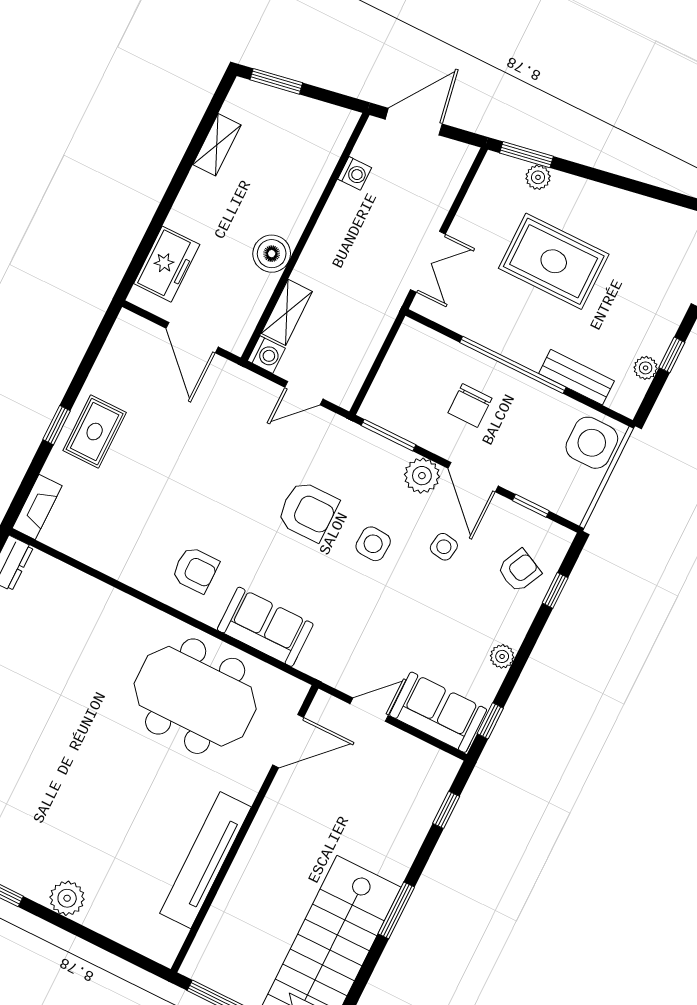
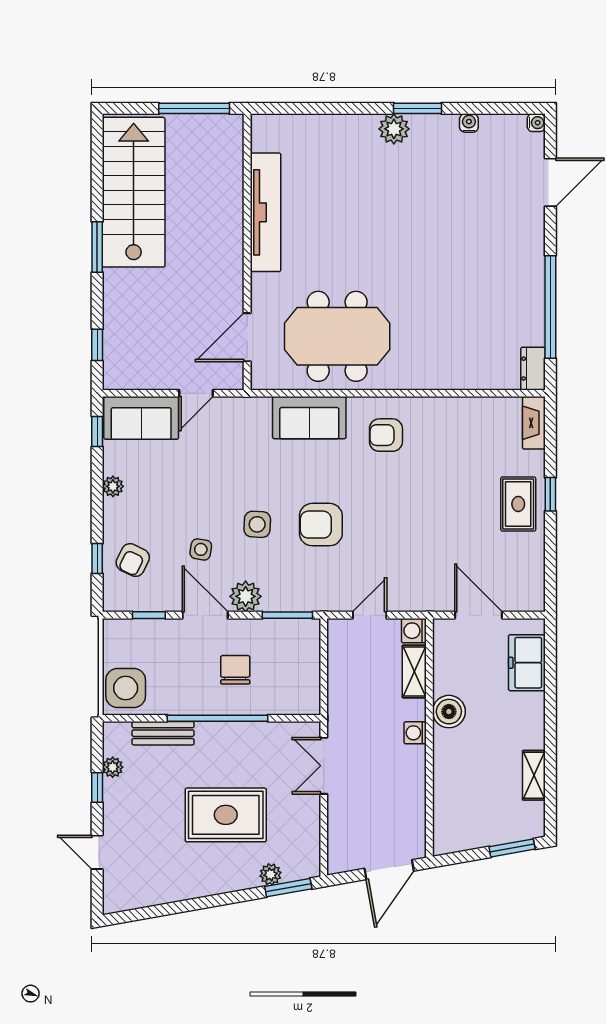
washing machine: (355, 173) -> (415, 733), moved
plant: (67, 898) -> (394, 129), moved

